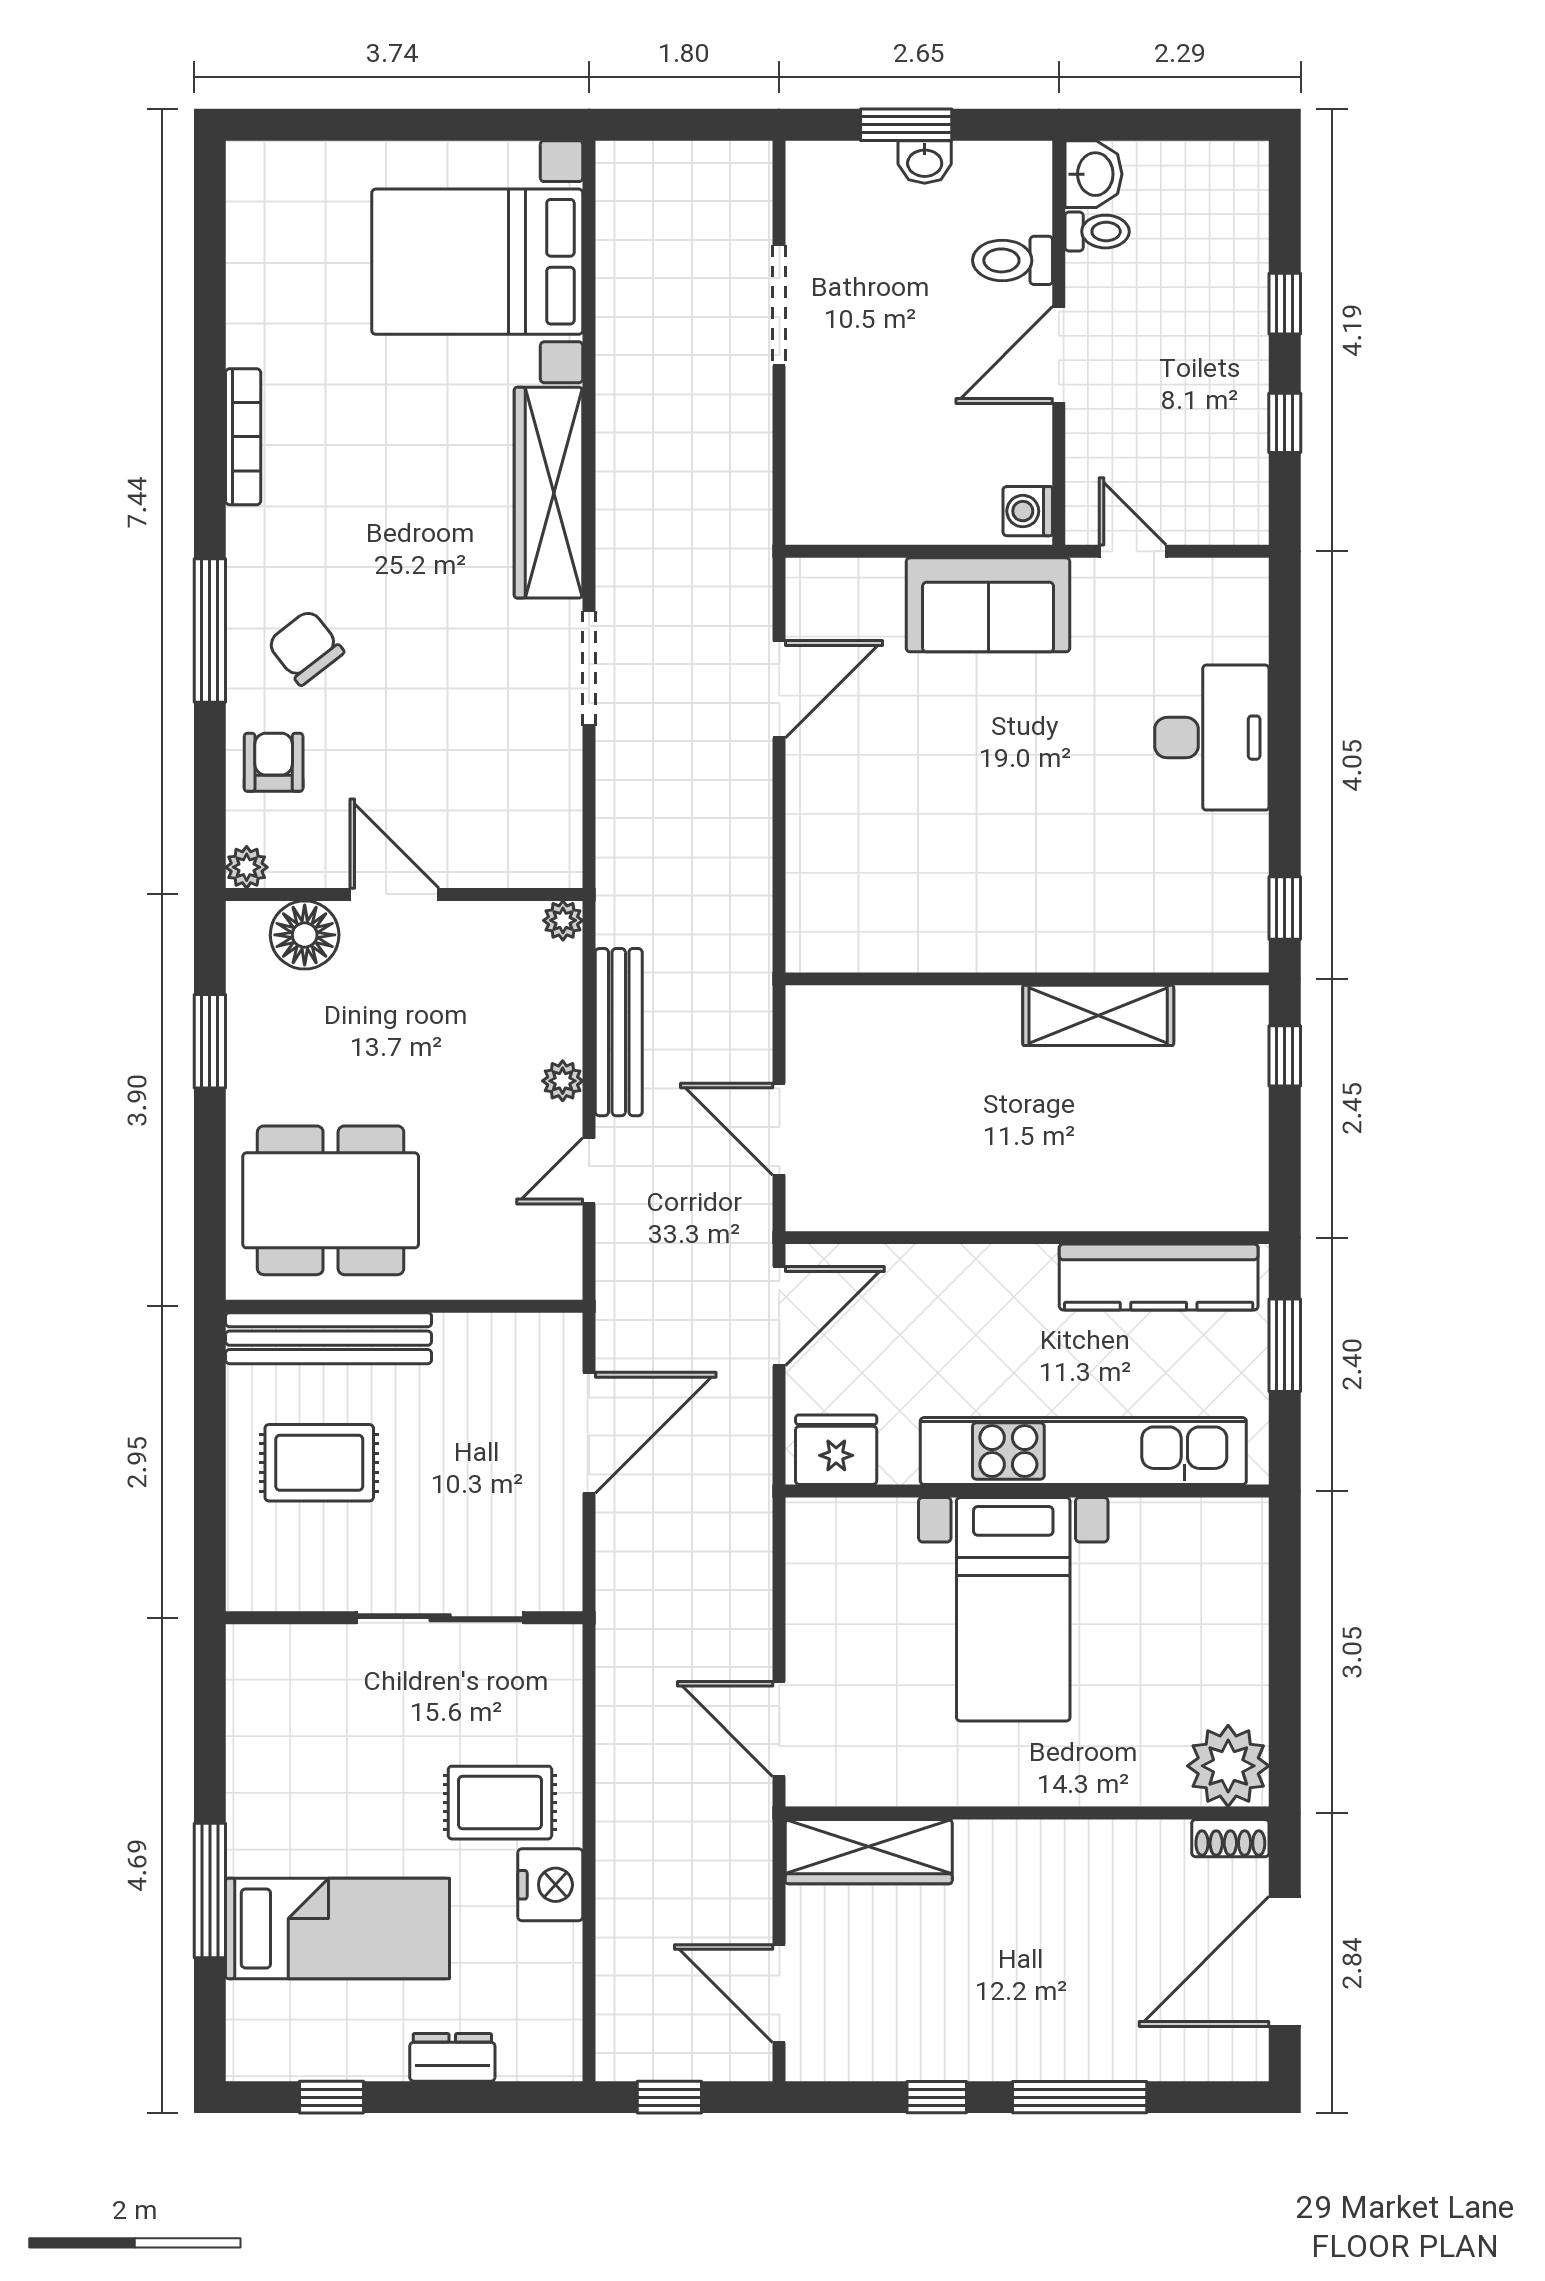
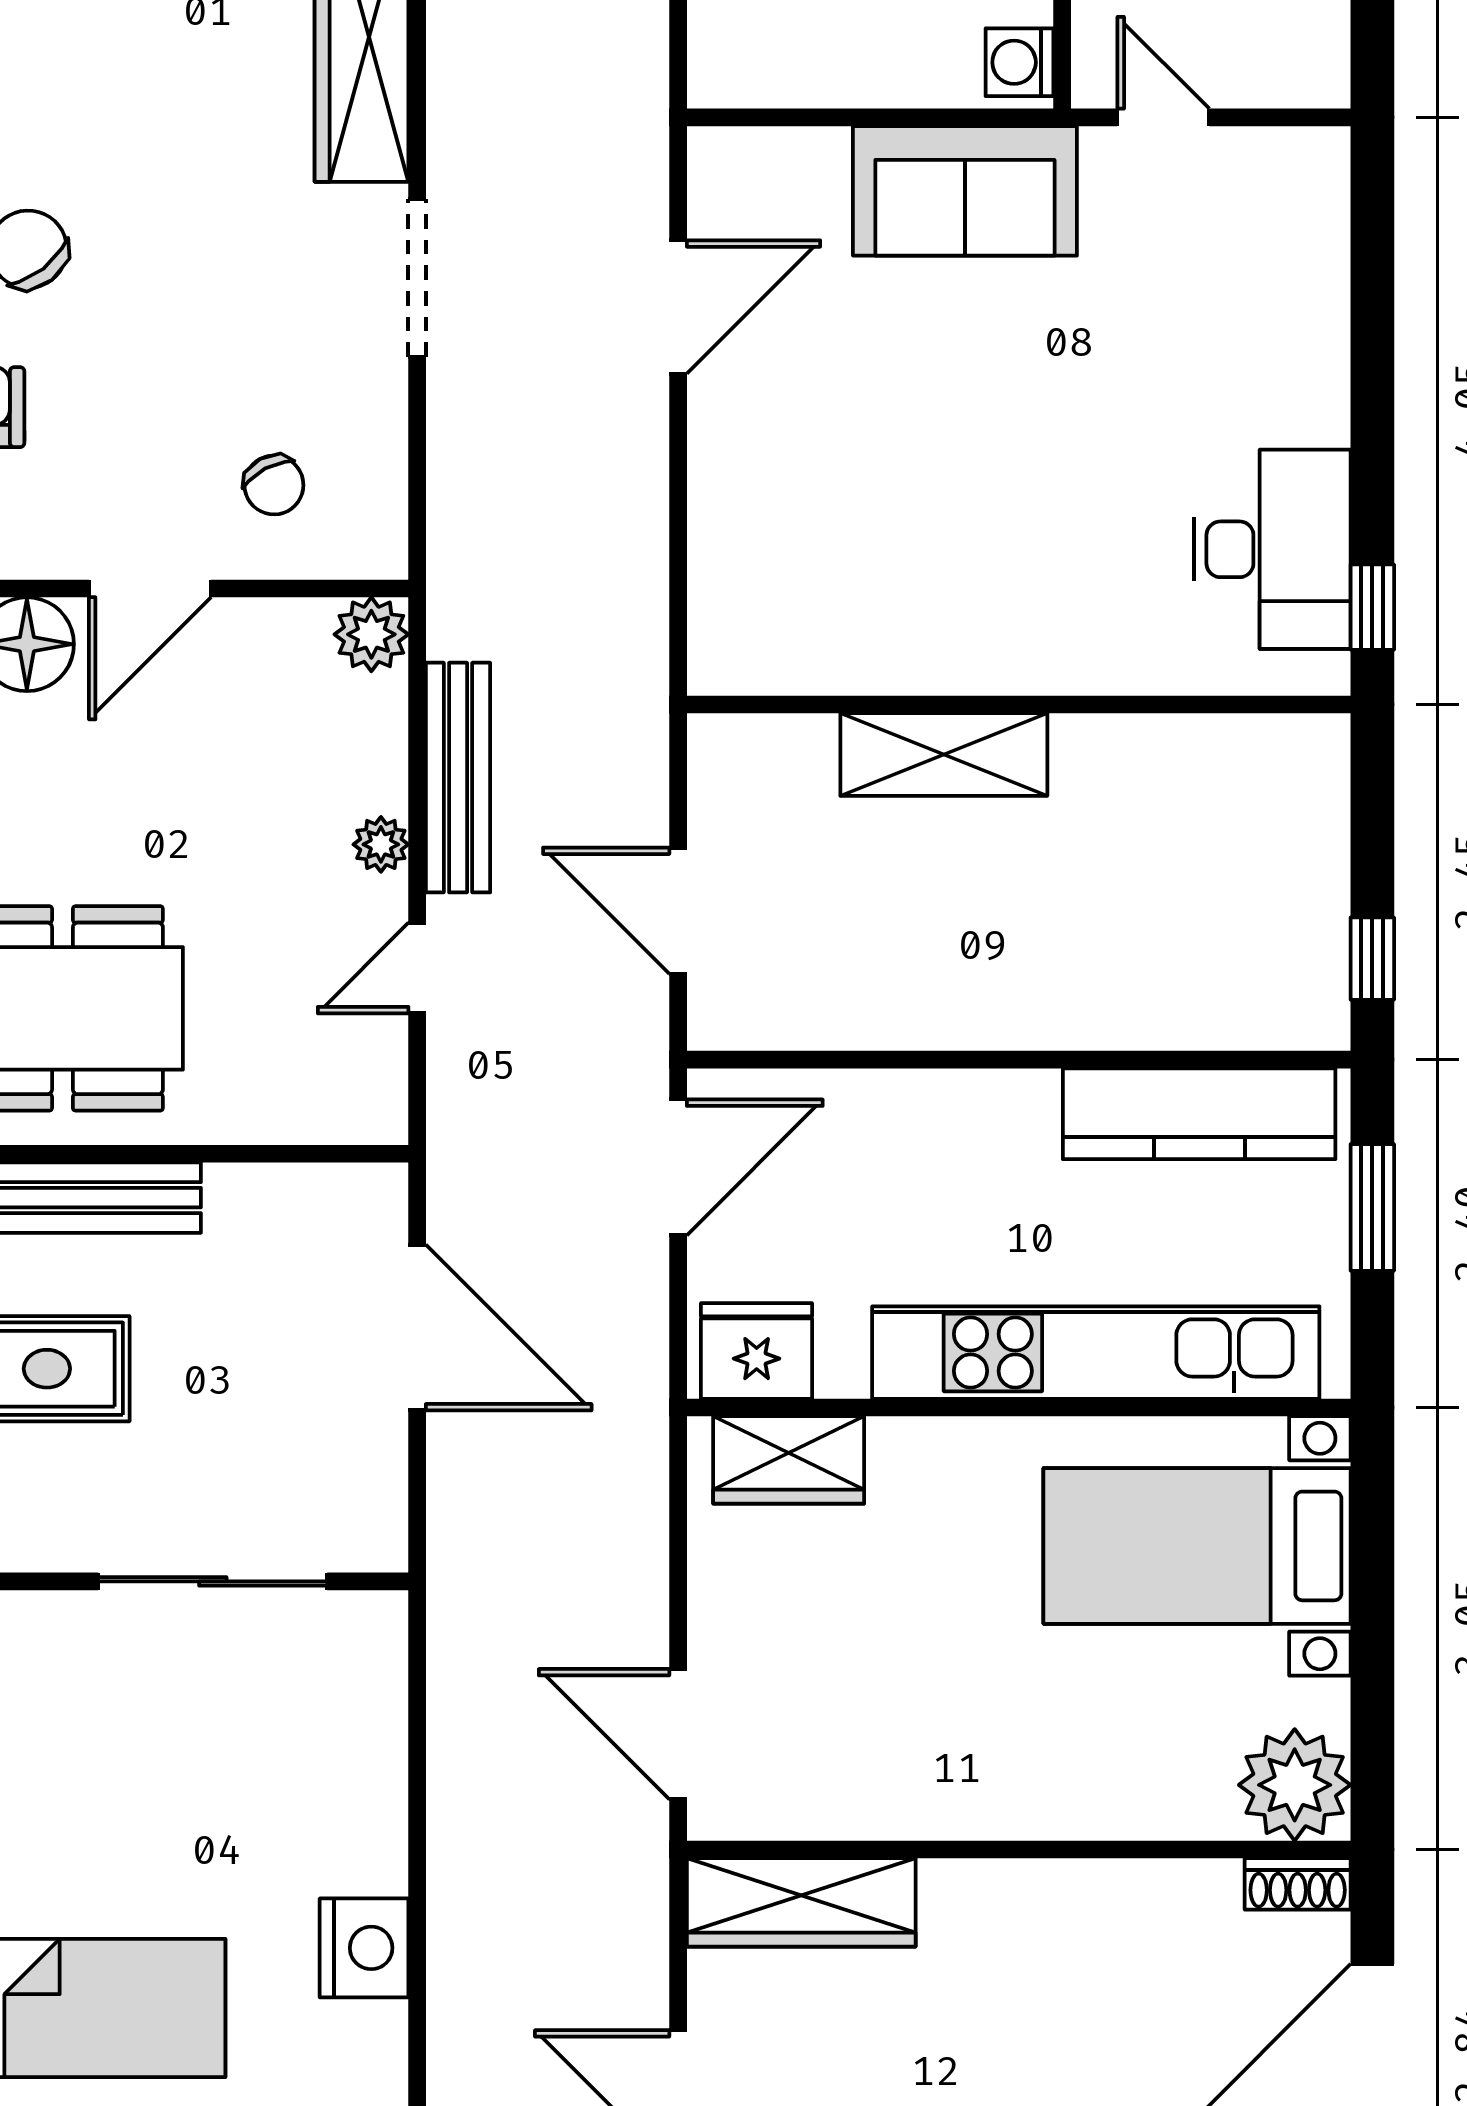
desk: (1212, 738) -> (1272, 549), moved
chair: (485, 819) -> (274, 485), added
door: (394, 894) -> (150, 589), swing flipped
plant: (563, 920) -> (371, 634), width x1.38, depth x1.38
shelving: (1098, 1015) -> (944, 755), moved
window: (1285, 1056) -> (1372, 959), moved
door: (589, 1433) -> (417, 1328), hinge flipped
wardrobe: (860, 1529) -> (789, 1460), added
bed with nightstands: (1013, 1609) -> (1197, 1546), moved, turned 90
rug: (500, 1803) -> (295, 1835), removed

